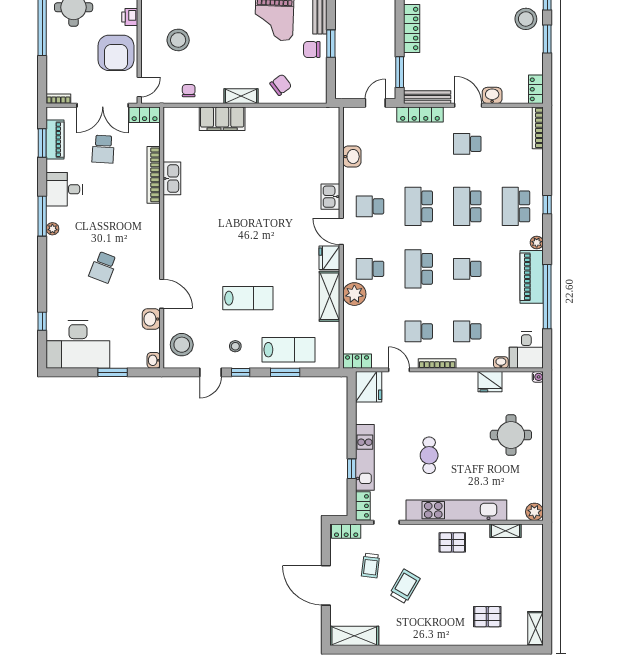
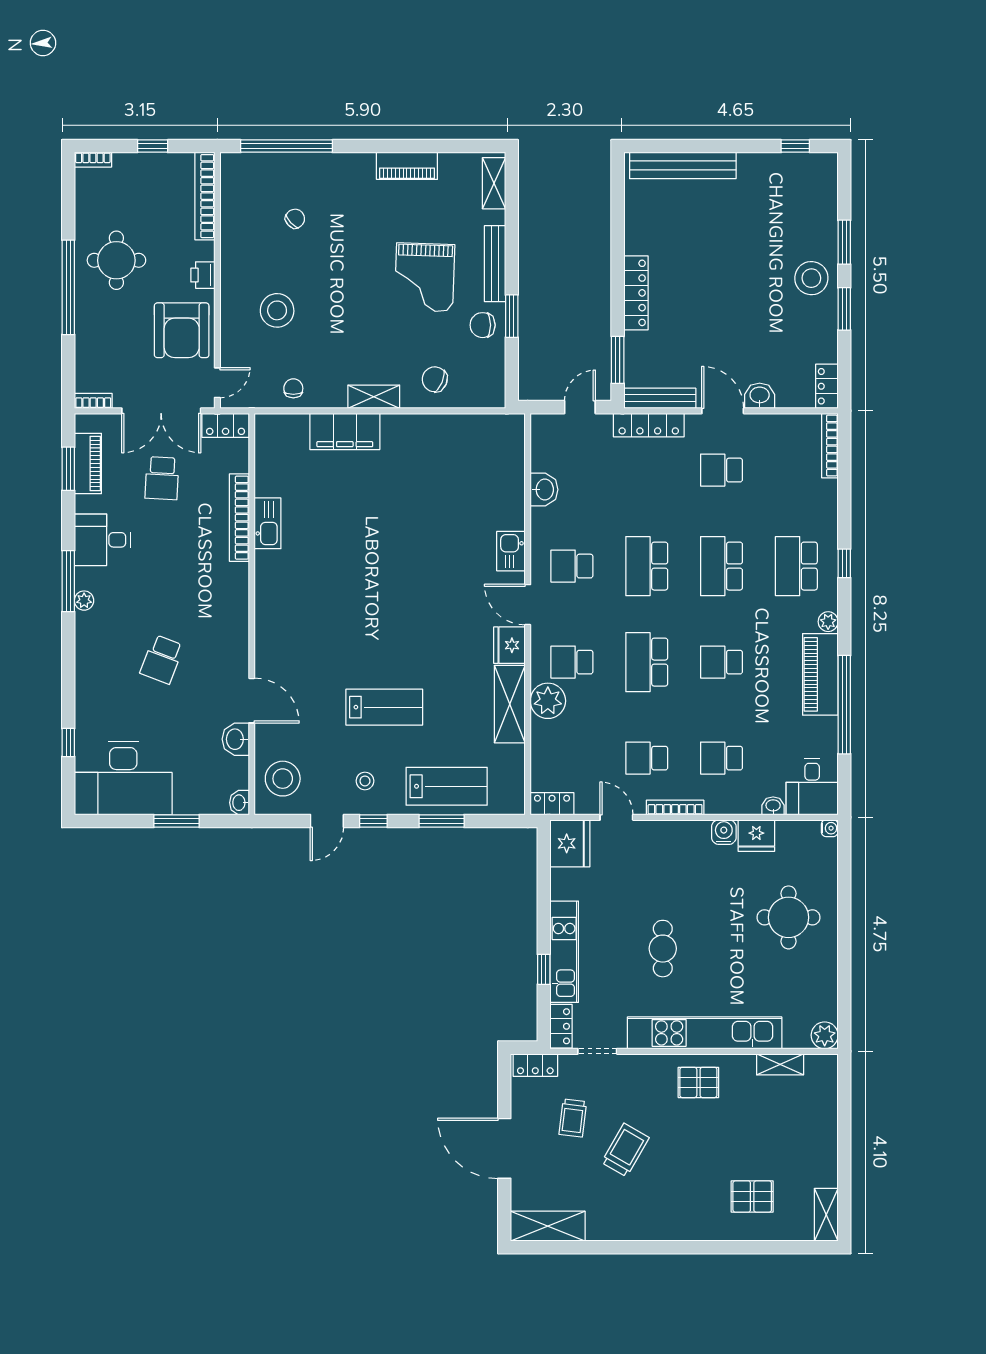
chair: (281, 85) -> (435, 379), turned -120
water cooler: (469, 379) -> (724, 832), added

